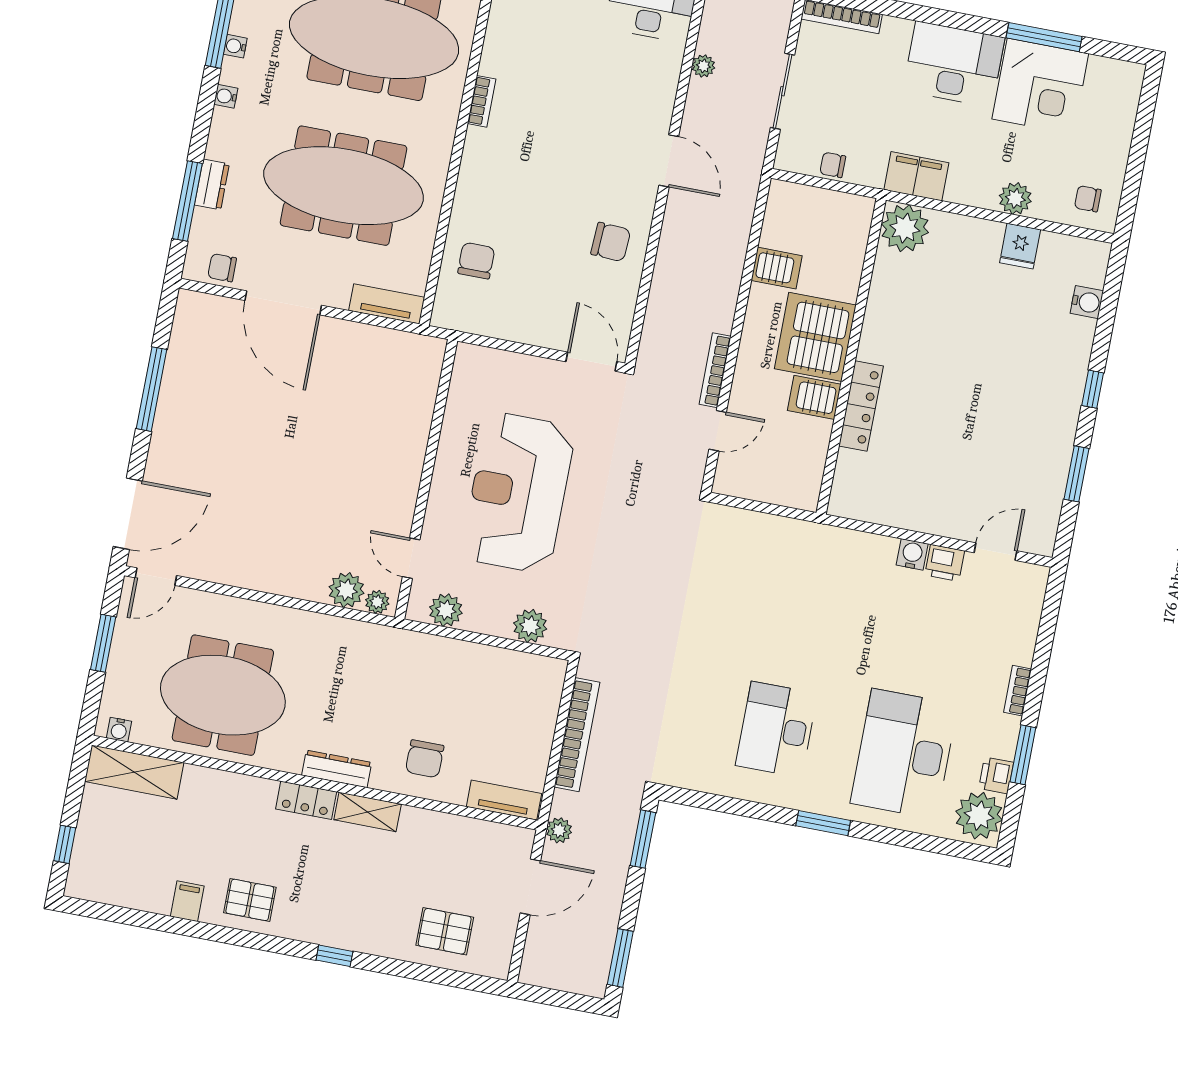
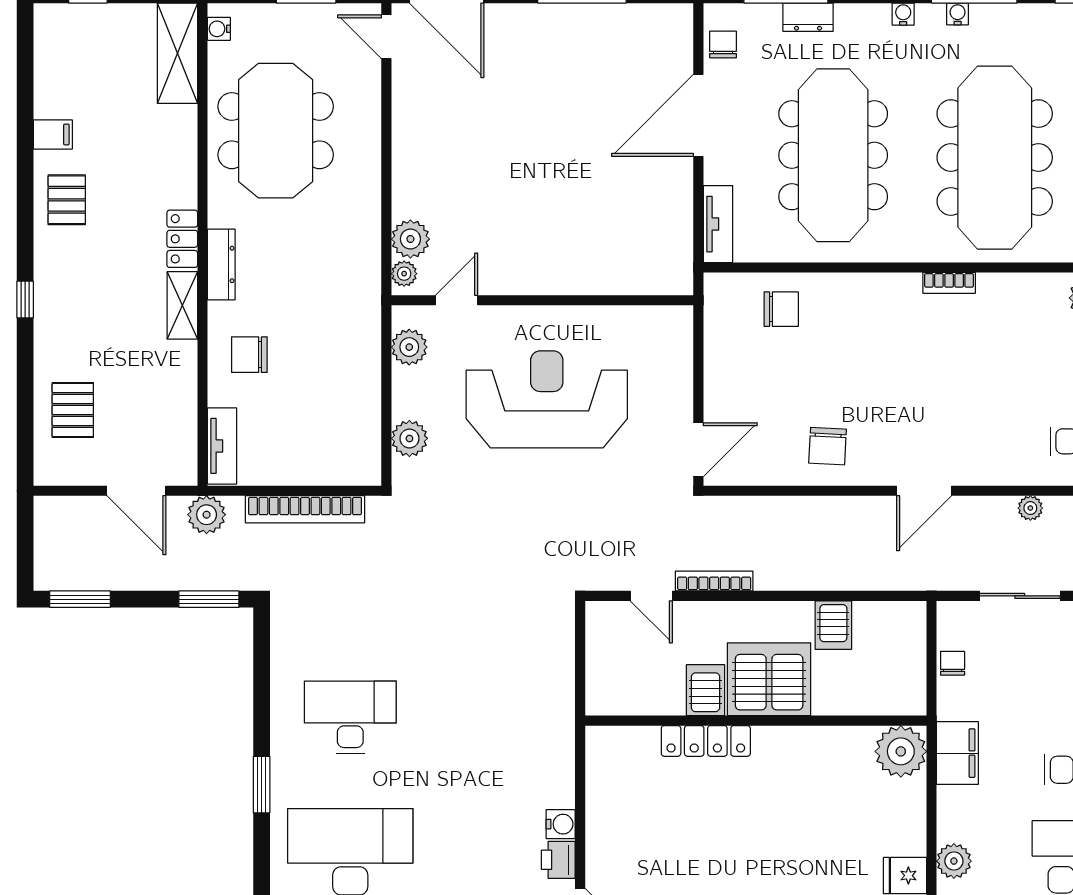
plant: (559, 830) -> (207, 515), width x1.38, depth x1.38

